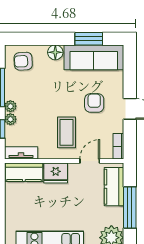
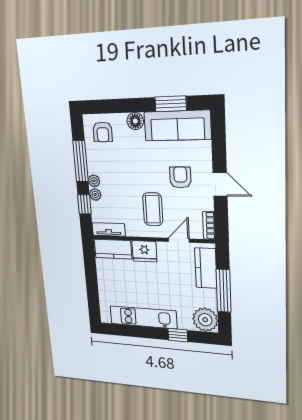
armchair: (23, 61) -> (103, 132), turned -87

